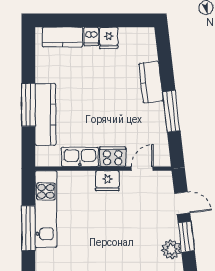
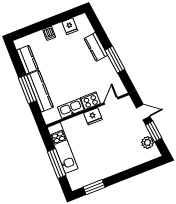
kitchen counter: (62, 37) -> (28, 60), moved, turned -90
fridge: (109, 38) -> (70, 26), moved

